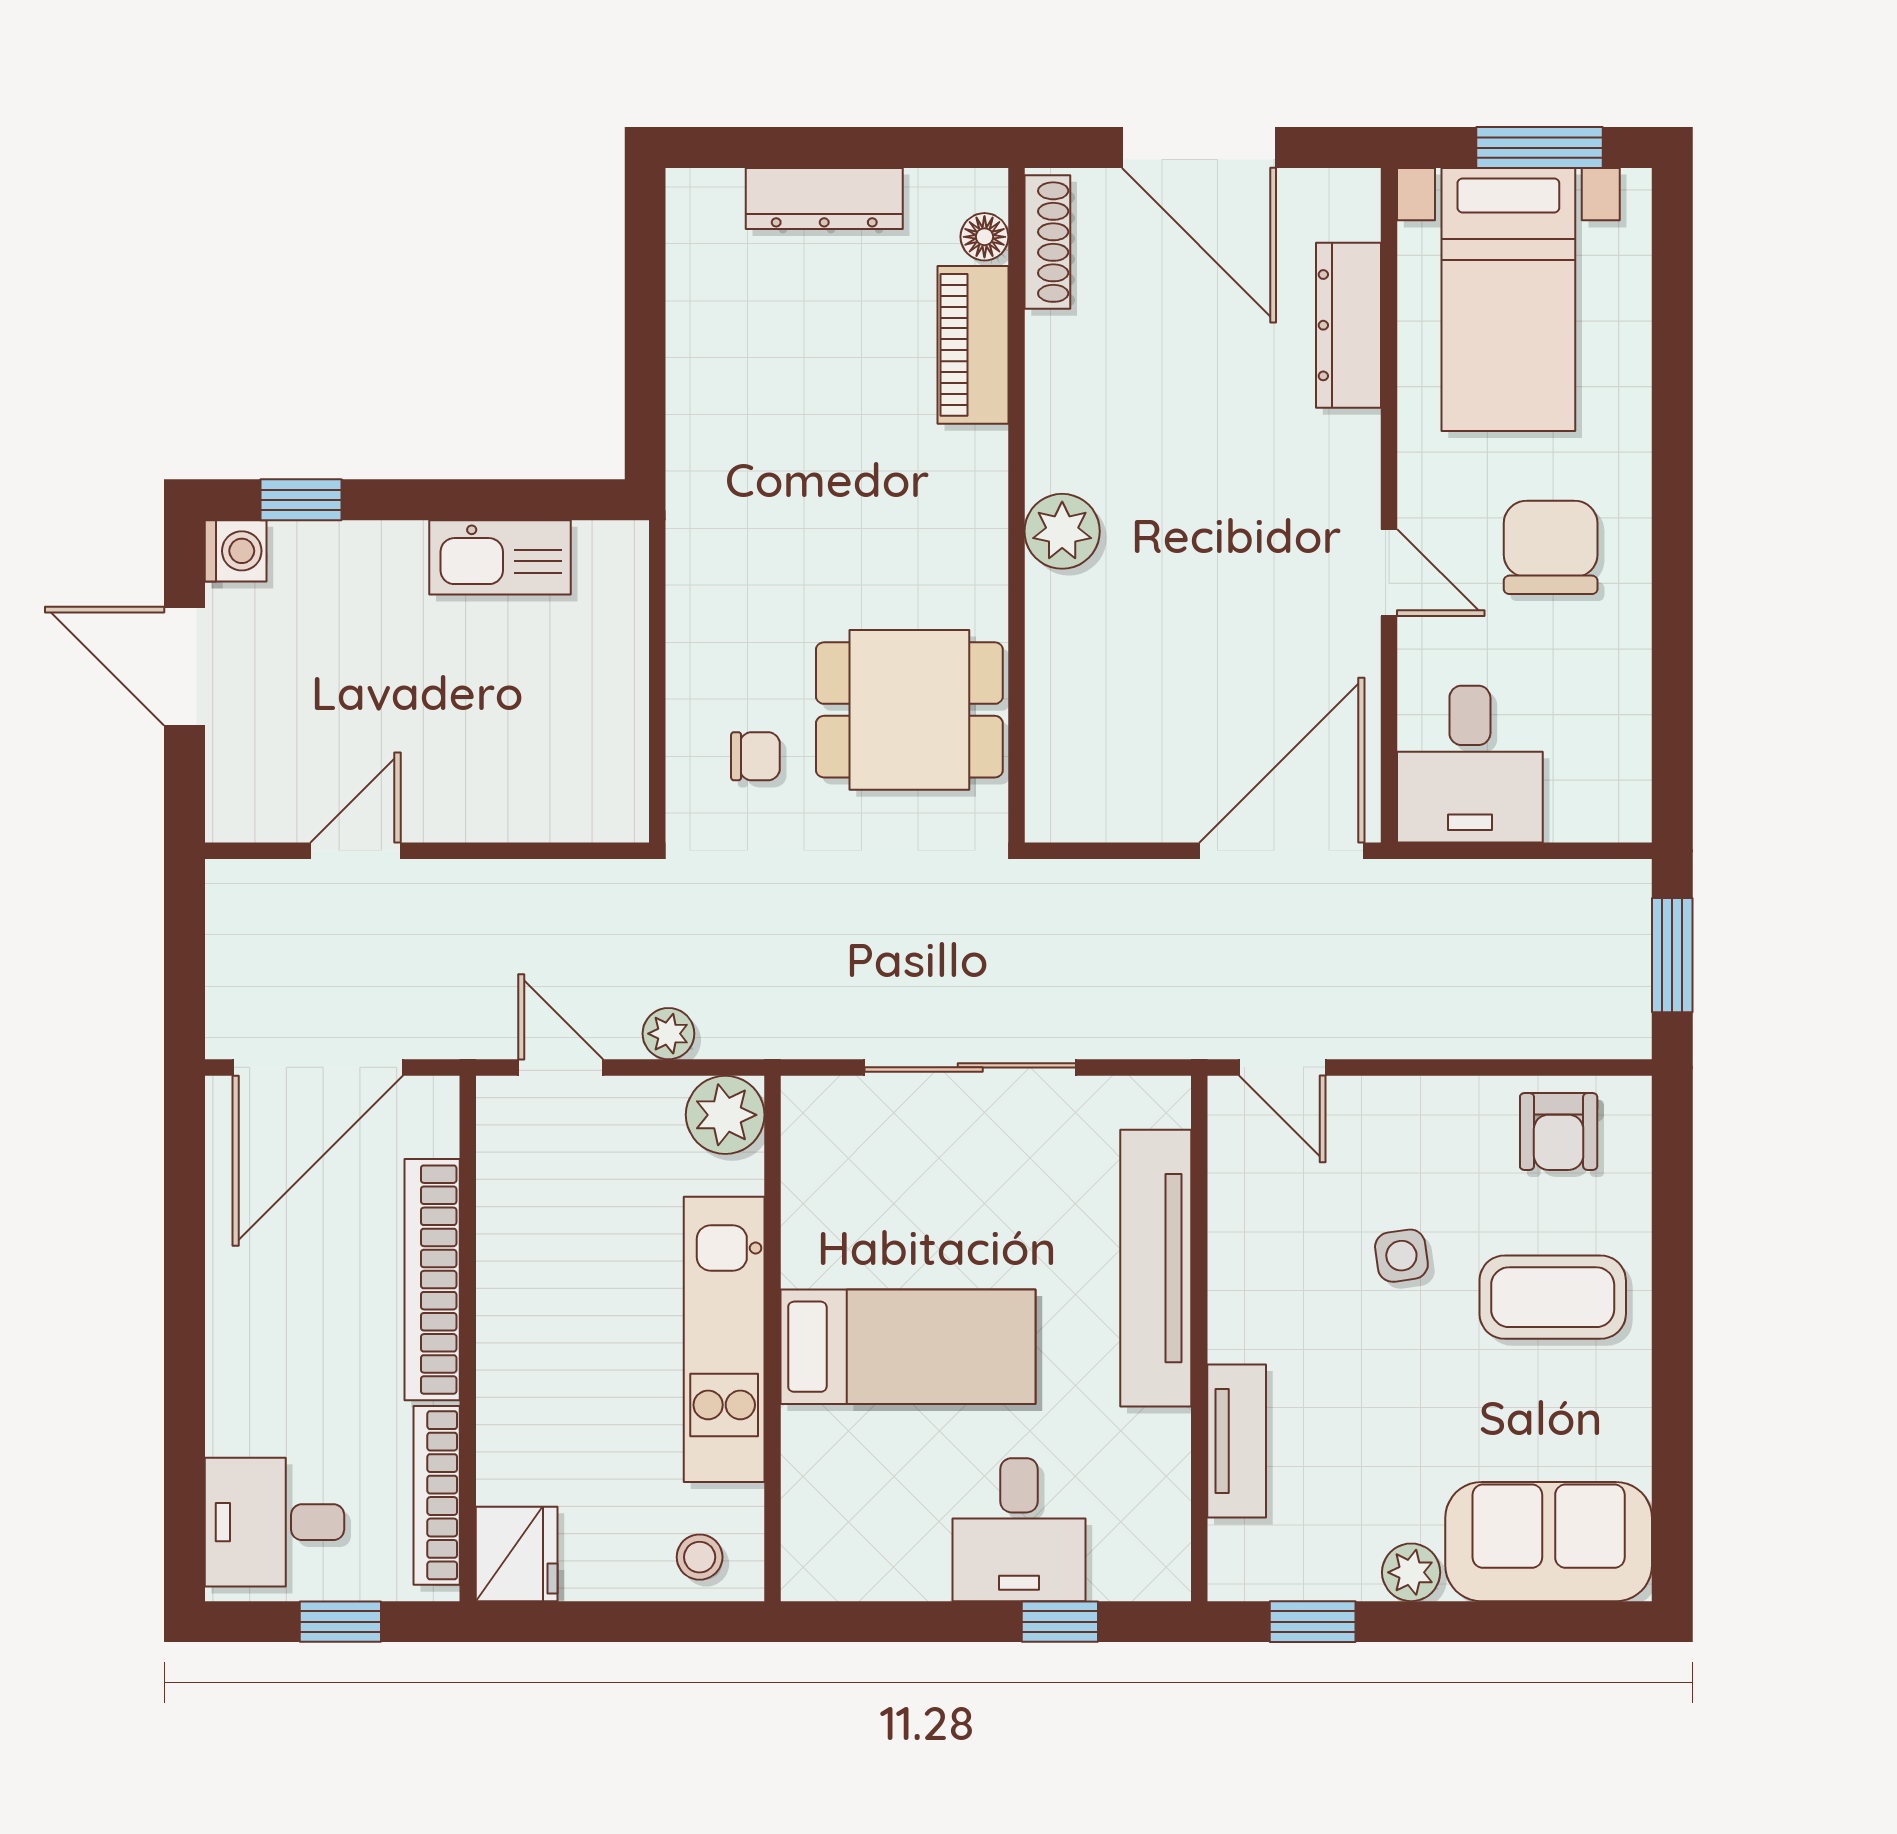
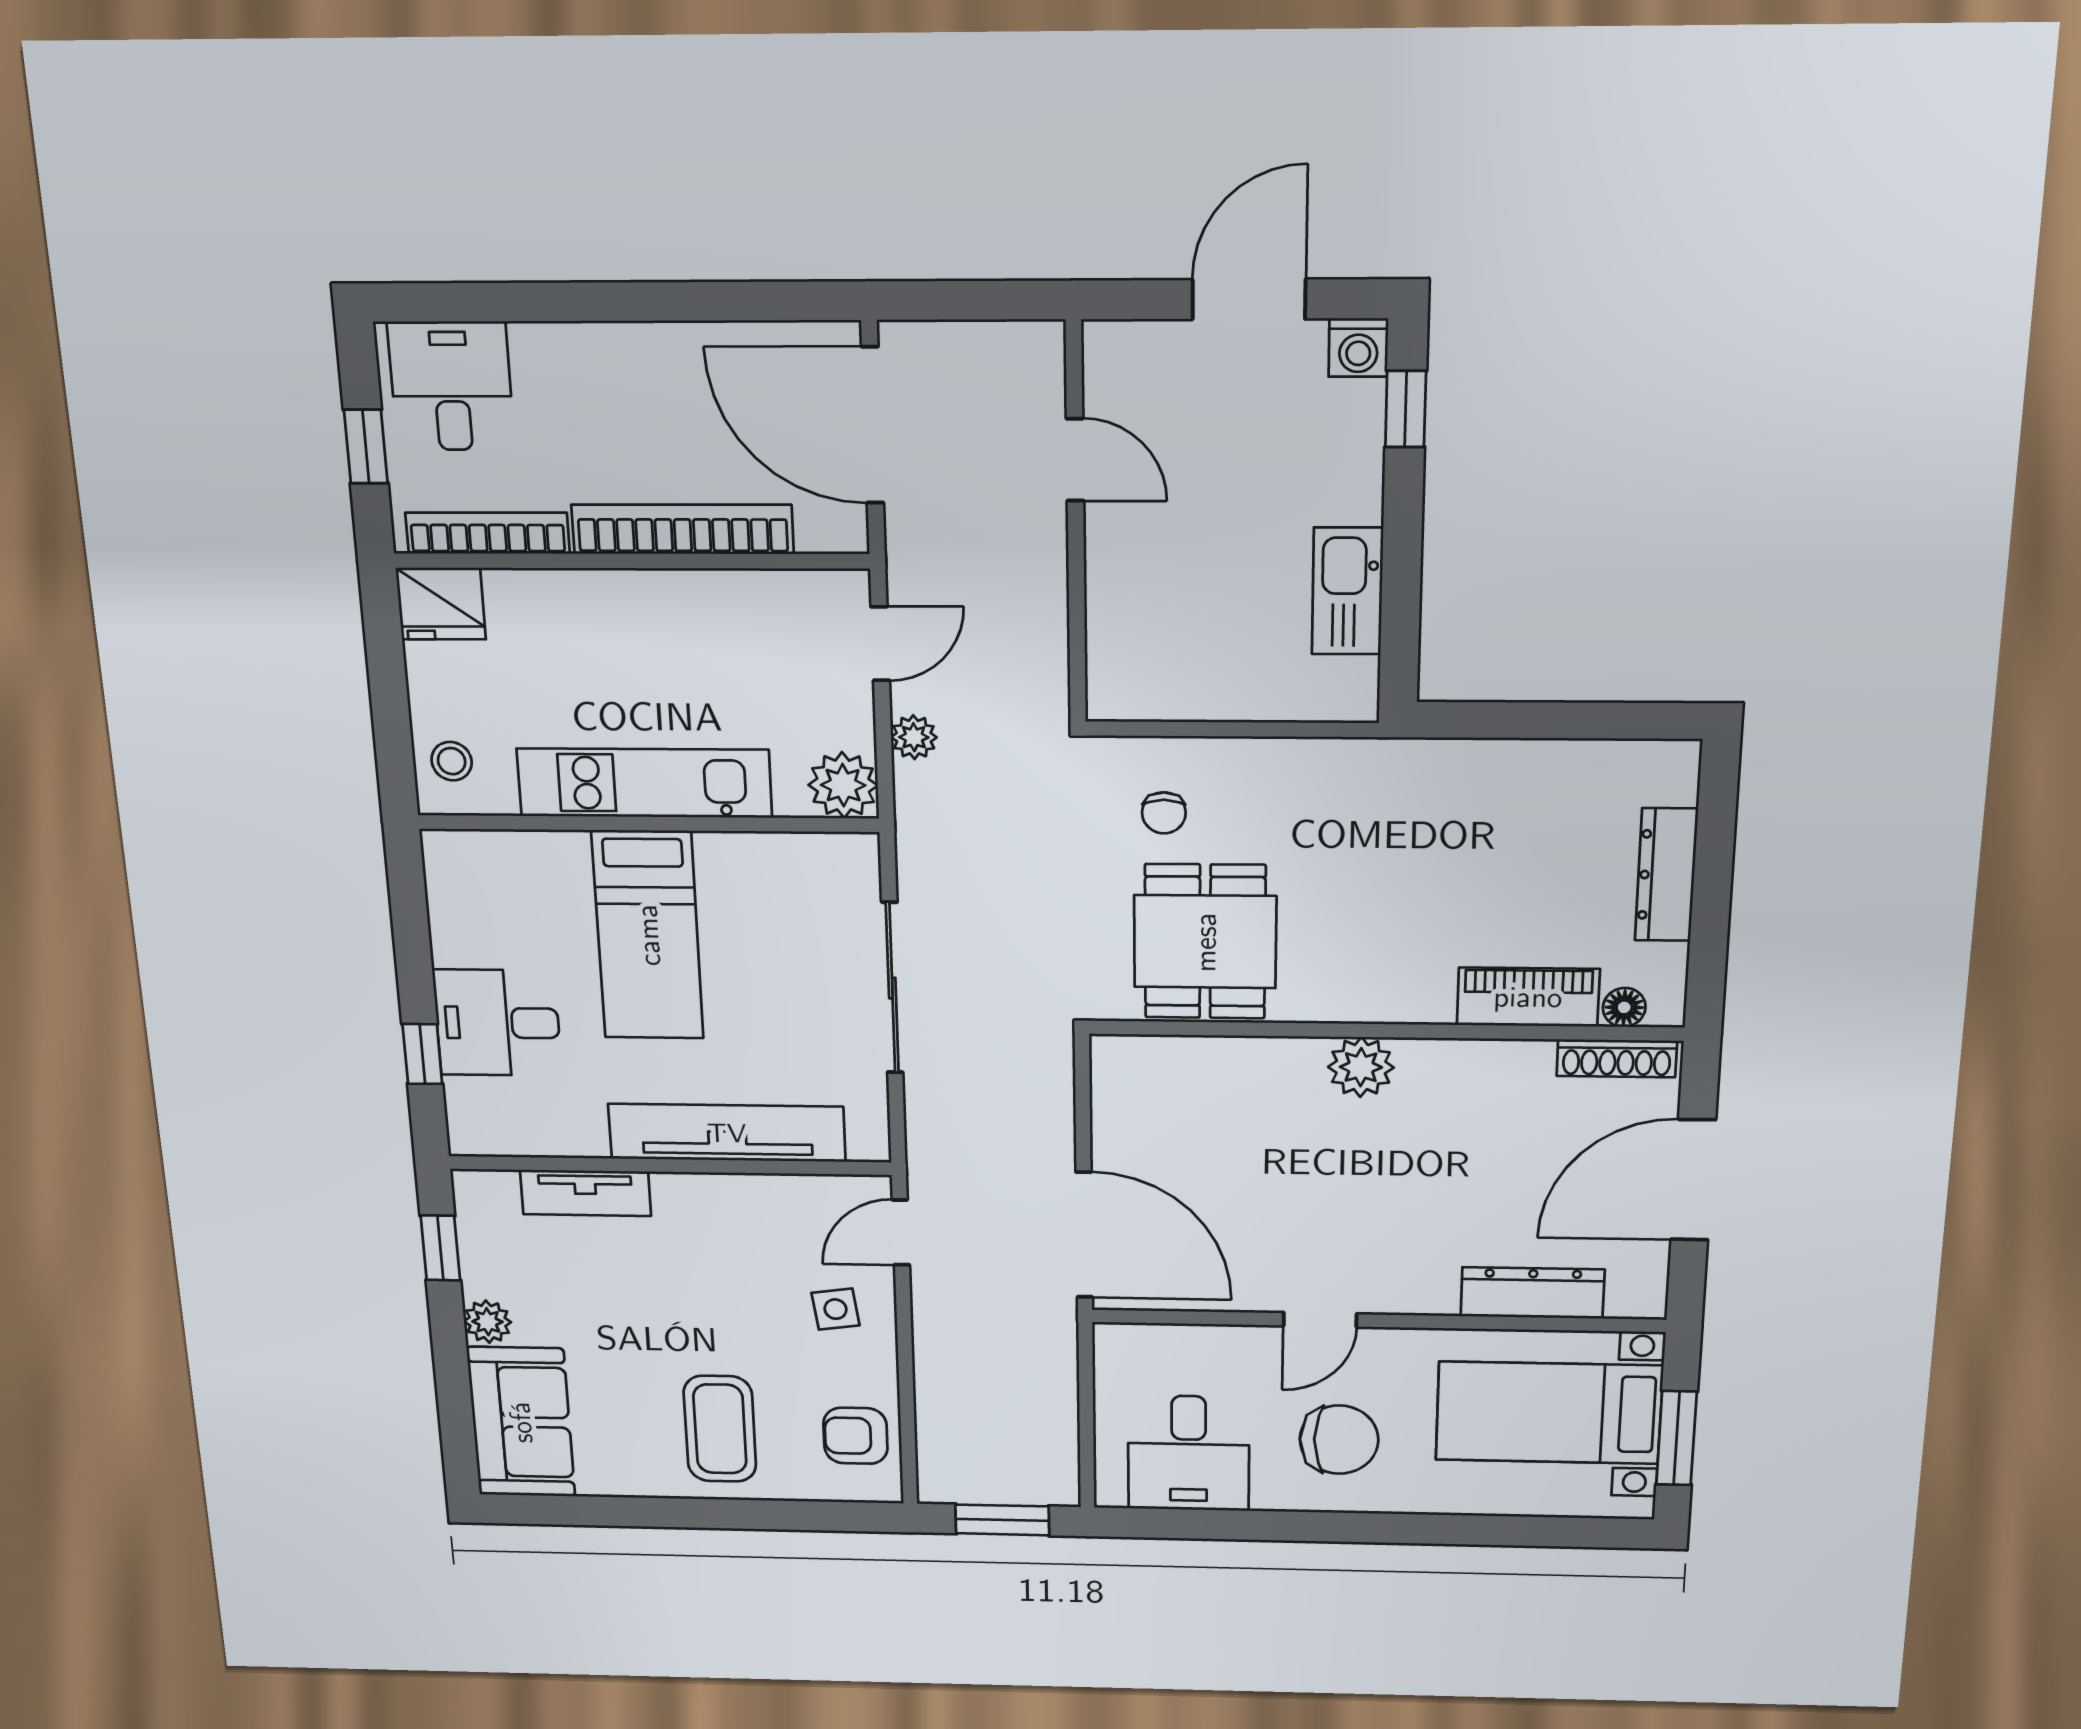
desk: (1470, 764) -> (1189, 1453), moved, turned -90
side table: (1401, 1256) -> (836, 1309), moved

